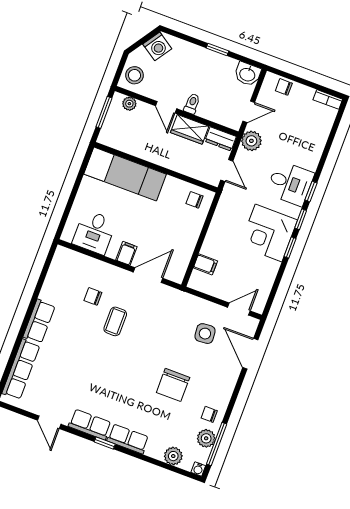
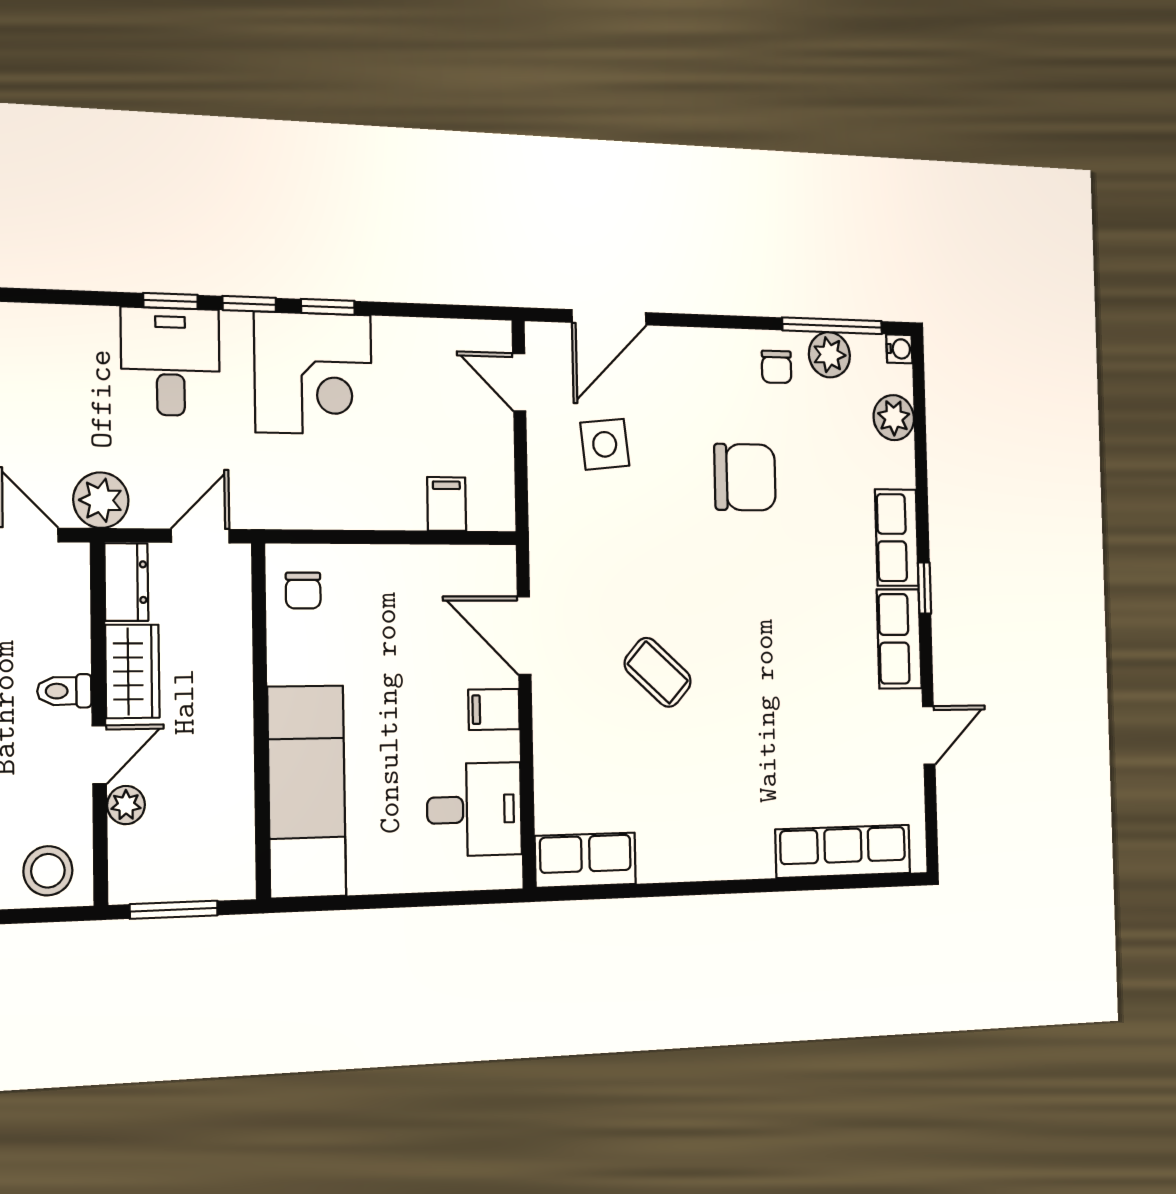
plant: (129, 104) -> (126, 805), moved
chair: (93, 296) -> (622, 750), removed
row of seats: (39, 321) -> (586, 860), moved
coffee table: (115, 321) -> (658, 672), turned 42

